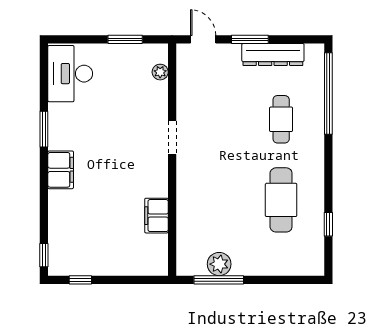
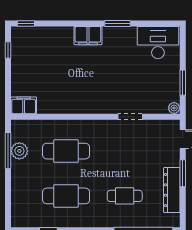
plant: (160, 72) -> (174, 108), moved
doorway: (172, 138) -> (130, 117), moved
cafe table: (219, 200) -> (66, 151), added
filing cabinet: (156, 216) -> (24, 105), moved

